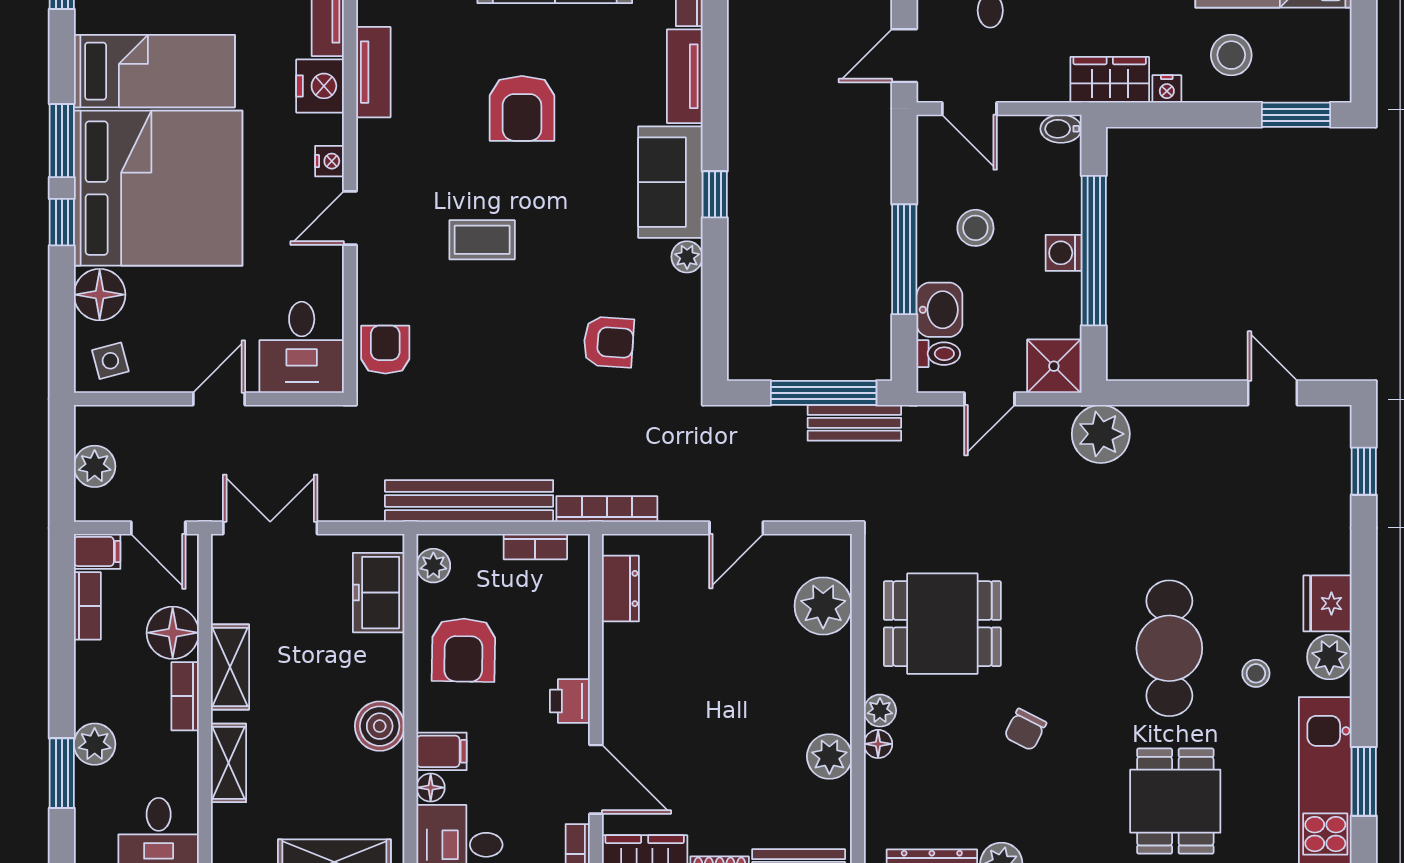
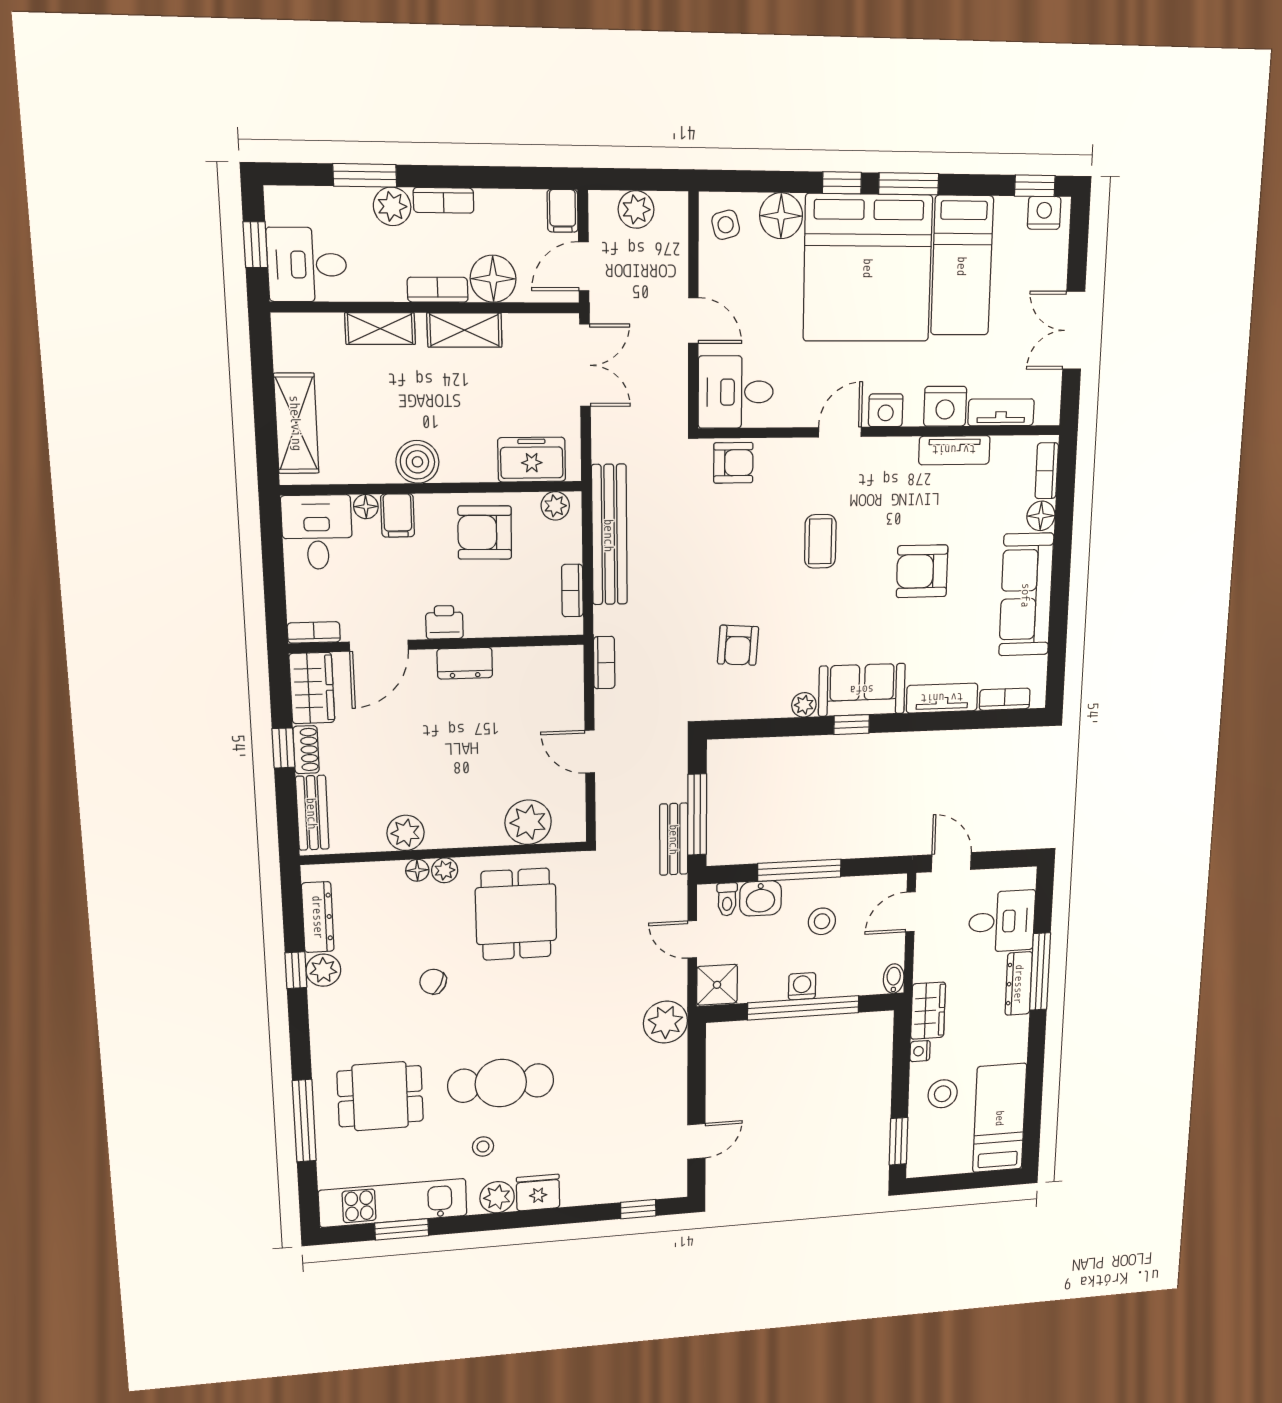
nightstand: (329, 161) -> (886, 410), width x1.39, depth x1.35
door: (350, 218) -> (840, 432), hinge flipped
bookcase: (607, 509) -> (604, 663), width x0.64
dresser: (620, 589) -> (465, 663), moved
bookcase: (87, 606) -> (444, 200), moved

